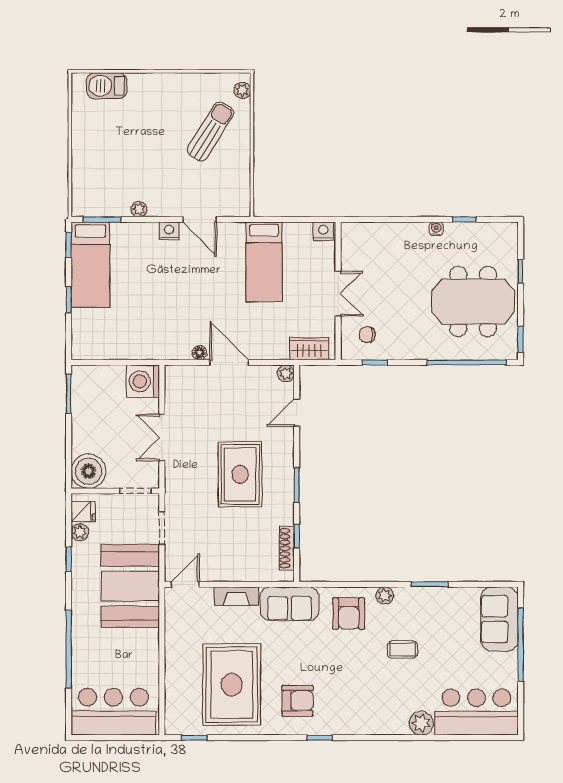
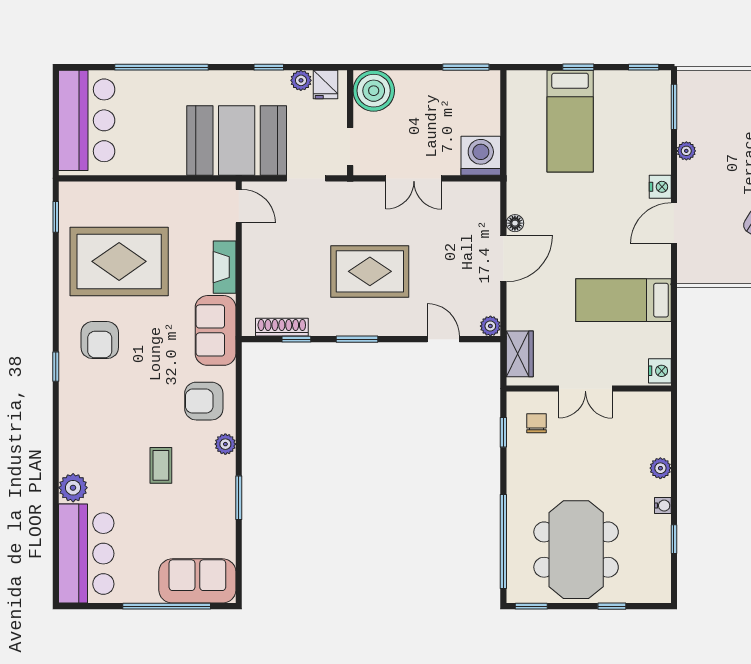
plant: (405, 231) -> (660, 468), added
bed: (90, 265) -> (570, 121), moved, turned -90
double door: (162, 438) -> (414, 178), swing flipped

